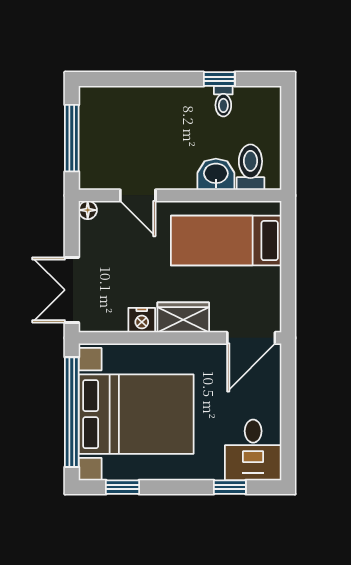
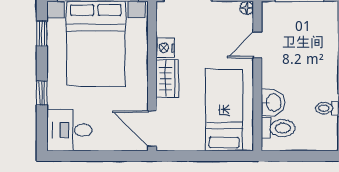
window: (230, 487) -> (42, 93), moved

